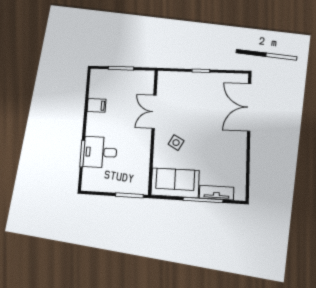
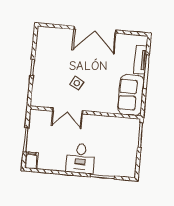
filing cabinet: (97, 105) -> (31, 160), moved
double door: (249, 107) -> (95, 30), moved
side table: (176, 143) -> (77, 83), moved
desk: (100, 152) -> (81, 158), moved

